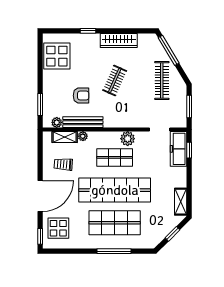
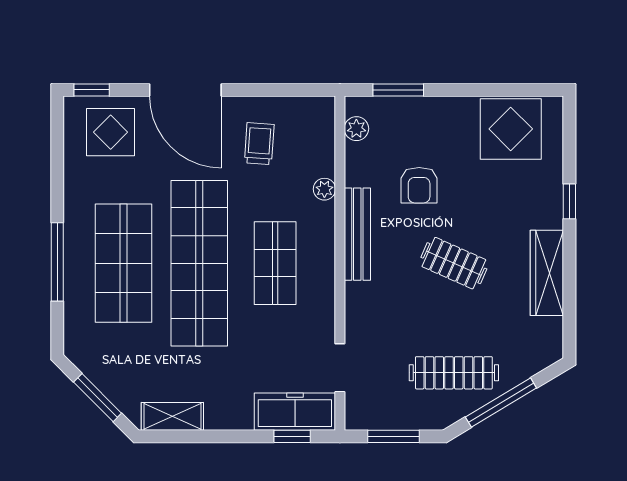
window: (169, 50) -> (501, 403), moved
bench: (83, 122) -> (357, 234), moved
shelving: (65, 137) -> (322, 147), removed
plant: (128, 139) -> (319, 293), removed
window: (172, 234) -> (98, 398), width x1.50

